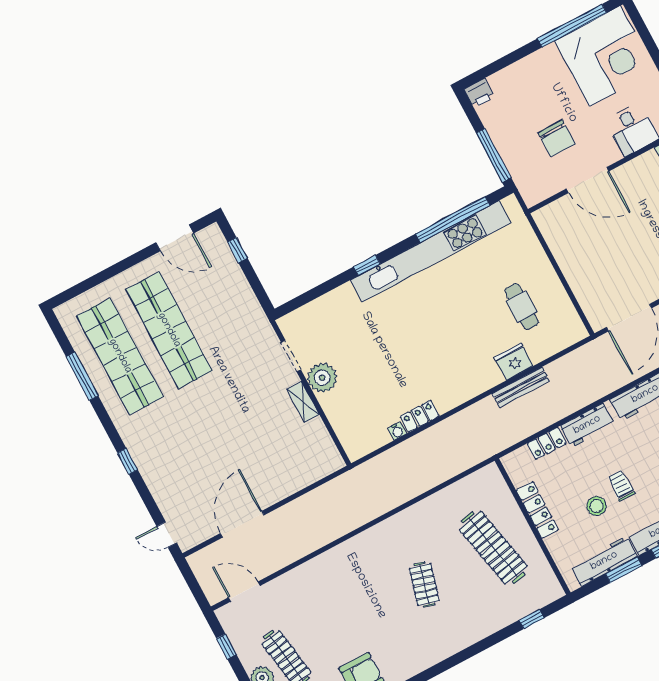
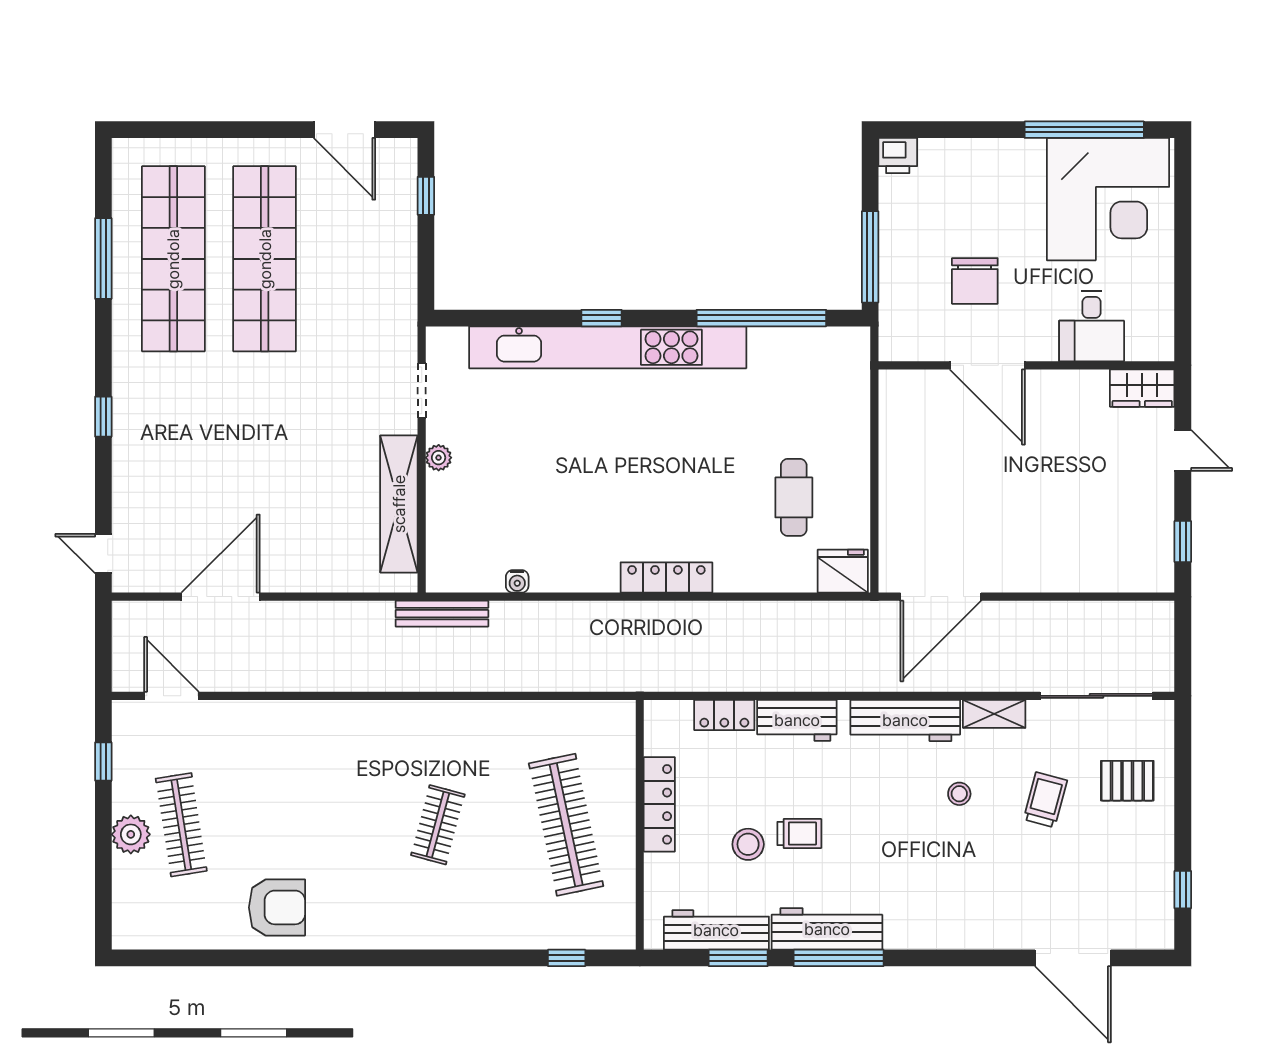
kitchen unit: (431, 251) -> (608, 347), moved
fridge: (514, 362) -> (843, 571), moved
plant: (322, 378) -> (439, 458), width x0.53, depth x0.53
bench: (521, 387) -> (442, 614), moved
shelving: (303, 402) -> (399, 504), width x2.20, depth x1.33
locker: (420, 416) -> (666, 578), moved, width x1.53
trolley: (621, 485) -> (799, 834), turned 90

